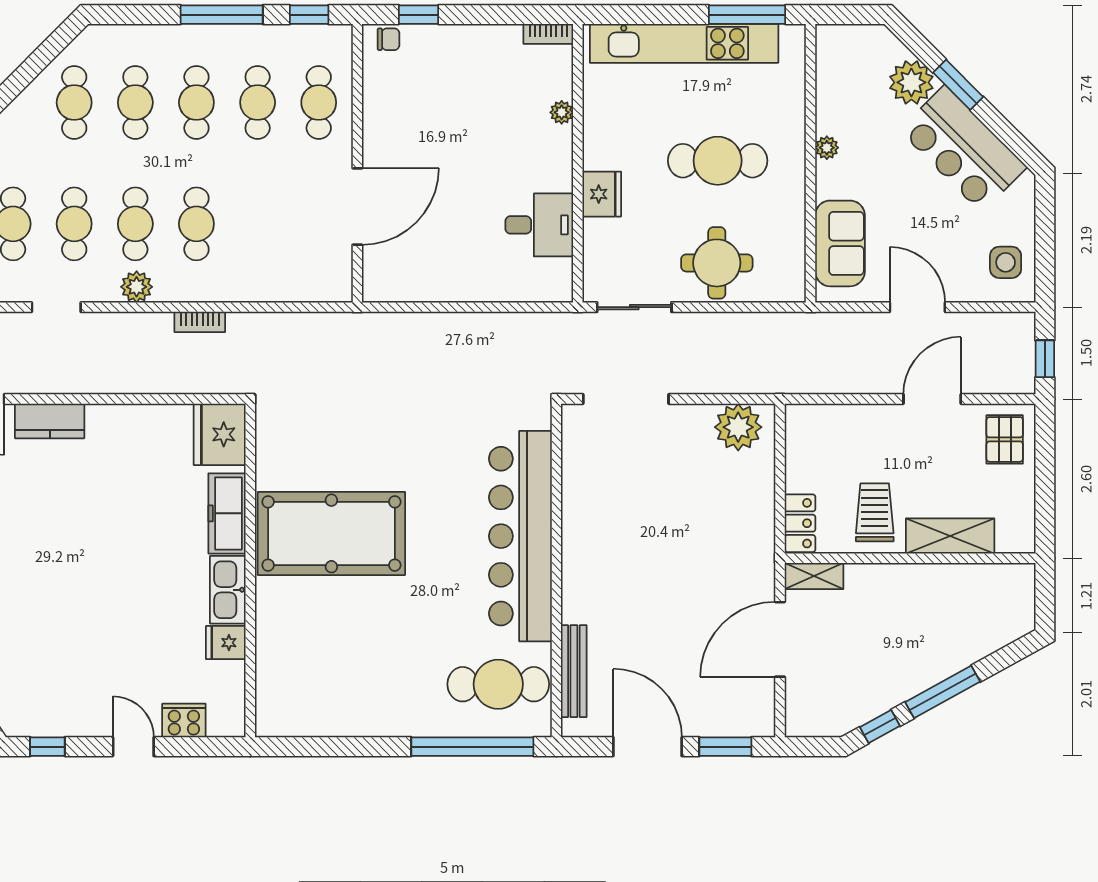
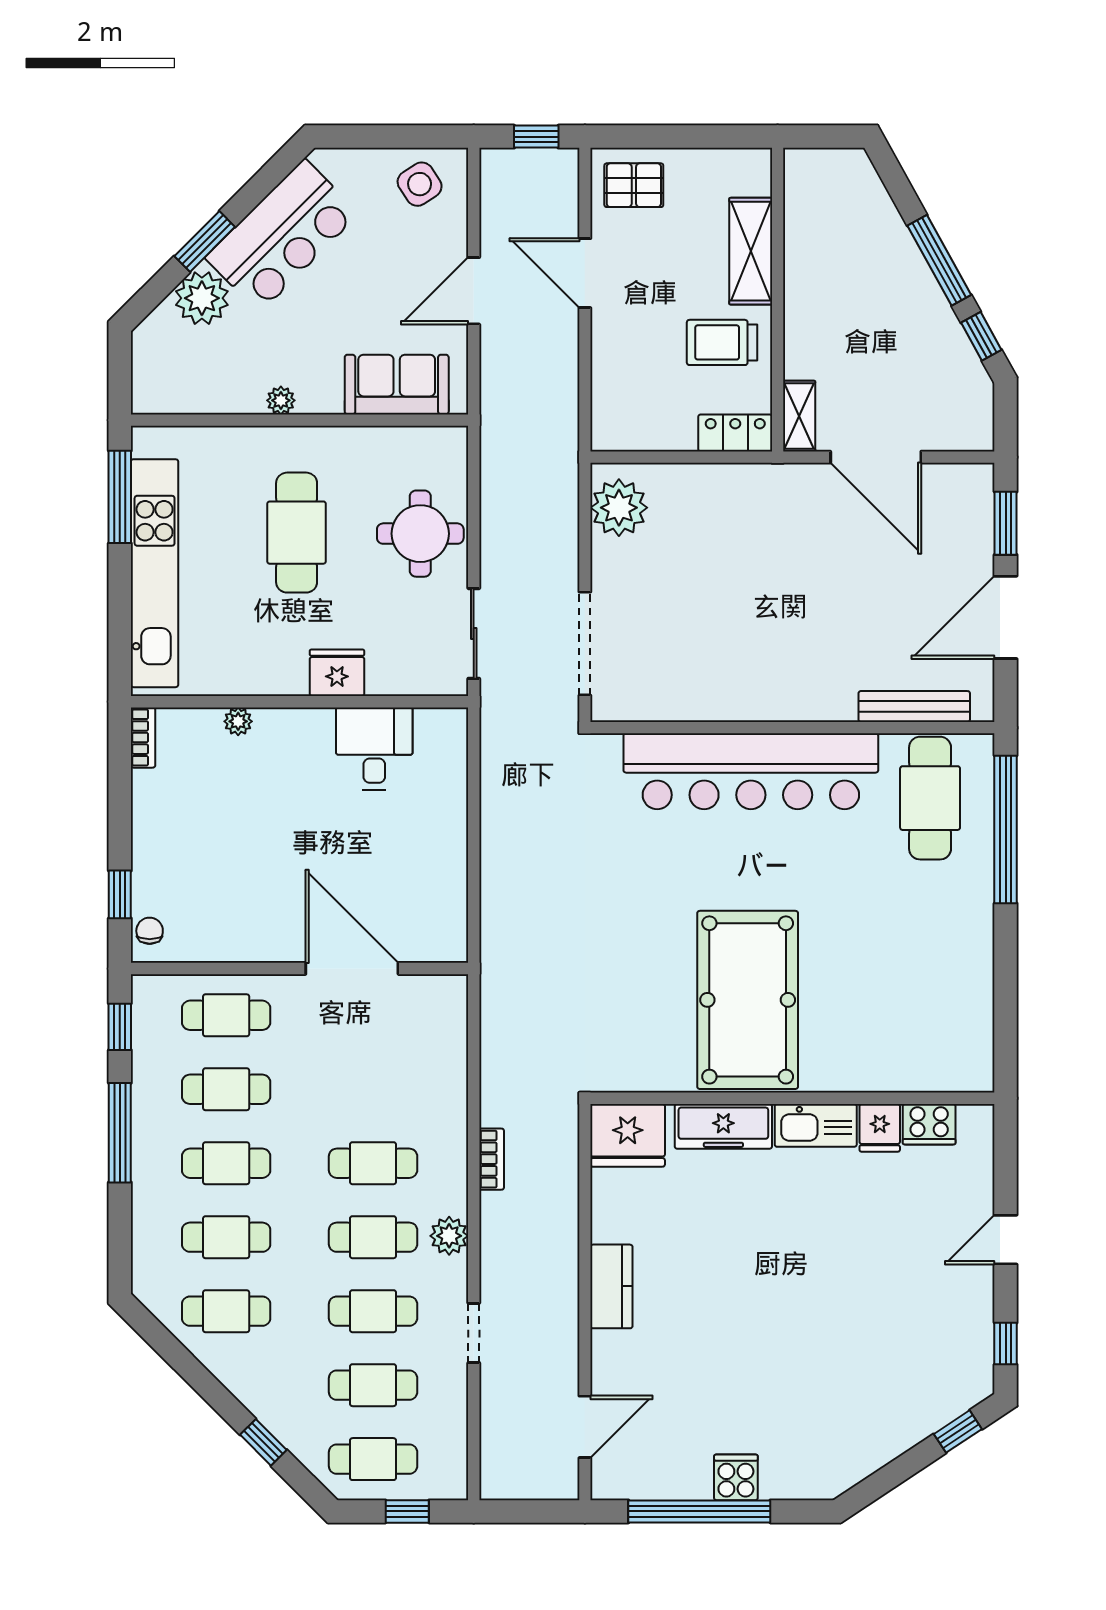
side table: (1006, 262) -> (420, 184), turned -33
kitchen counter: (50, 421) -> (611, 1286), moved
cooker: (184, 721) -> (929, 1124), moved, turned -90

